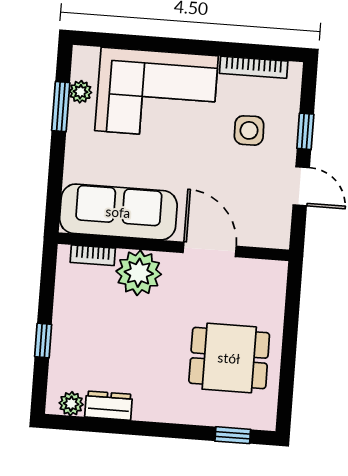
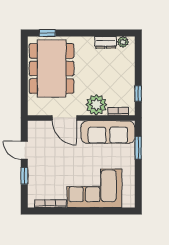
plant: (80, 92) -> (130, 186), removed
window: (61, 107) -> (138, 148), moved
side table: (249, 130) -> (50, 174), removed
window: (43, 340) -> (138, 94), moved
dining table: (229, 358) -> (52, 68), width x1.88, depth x1.24

